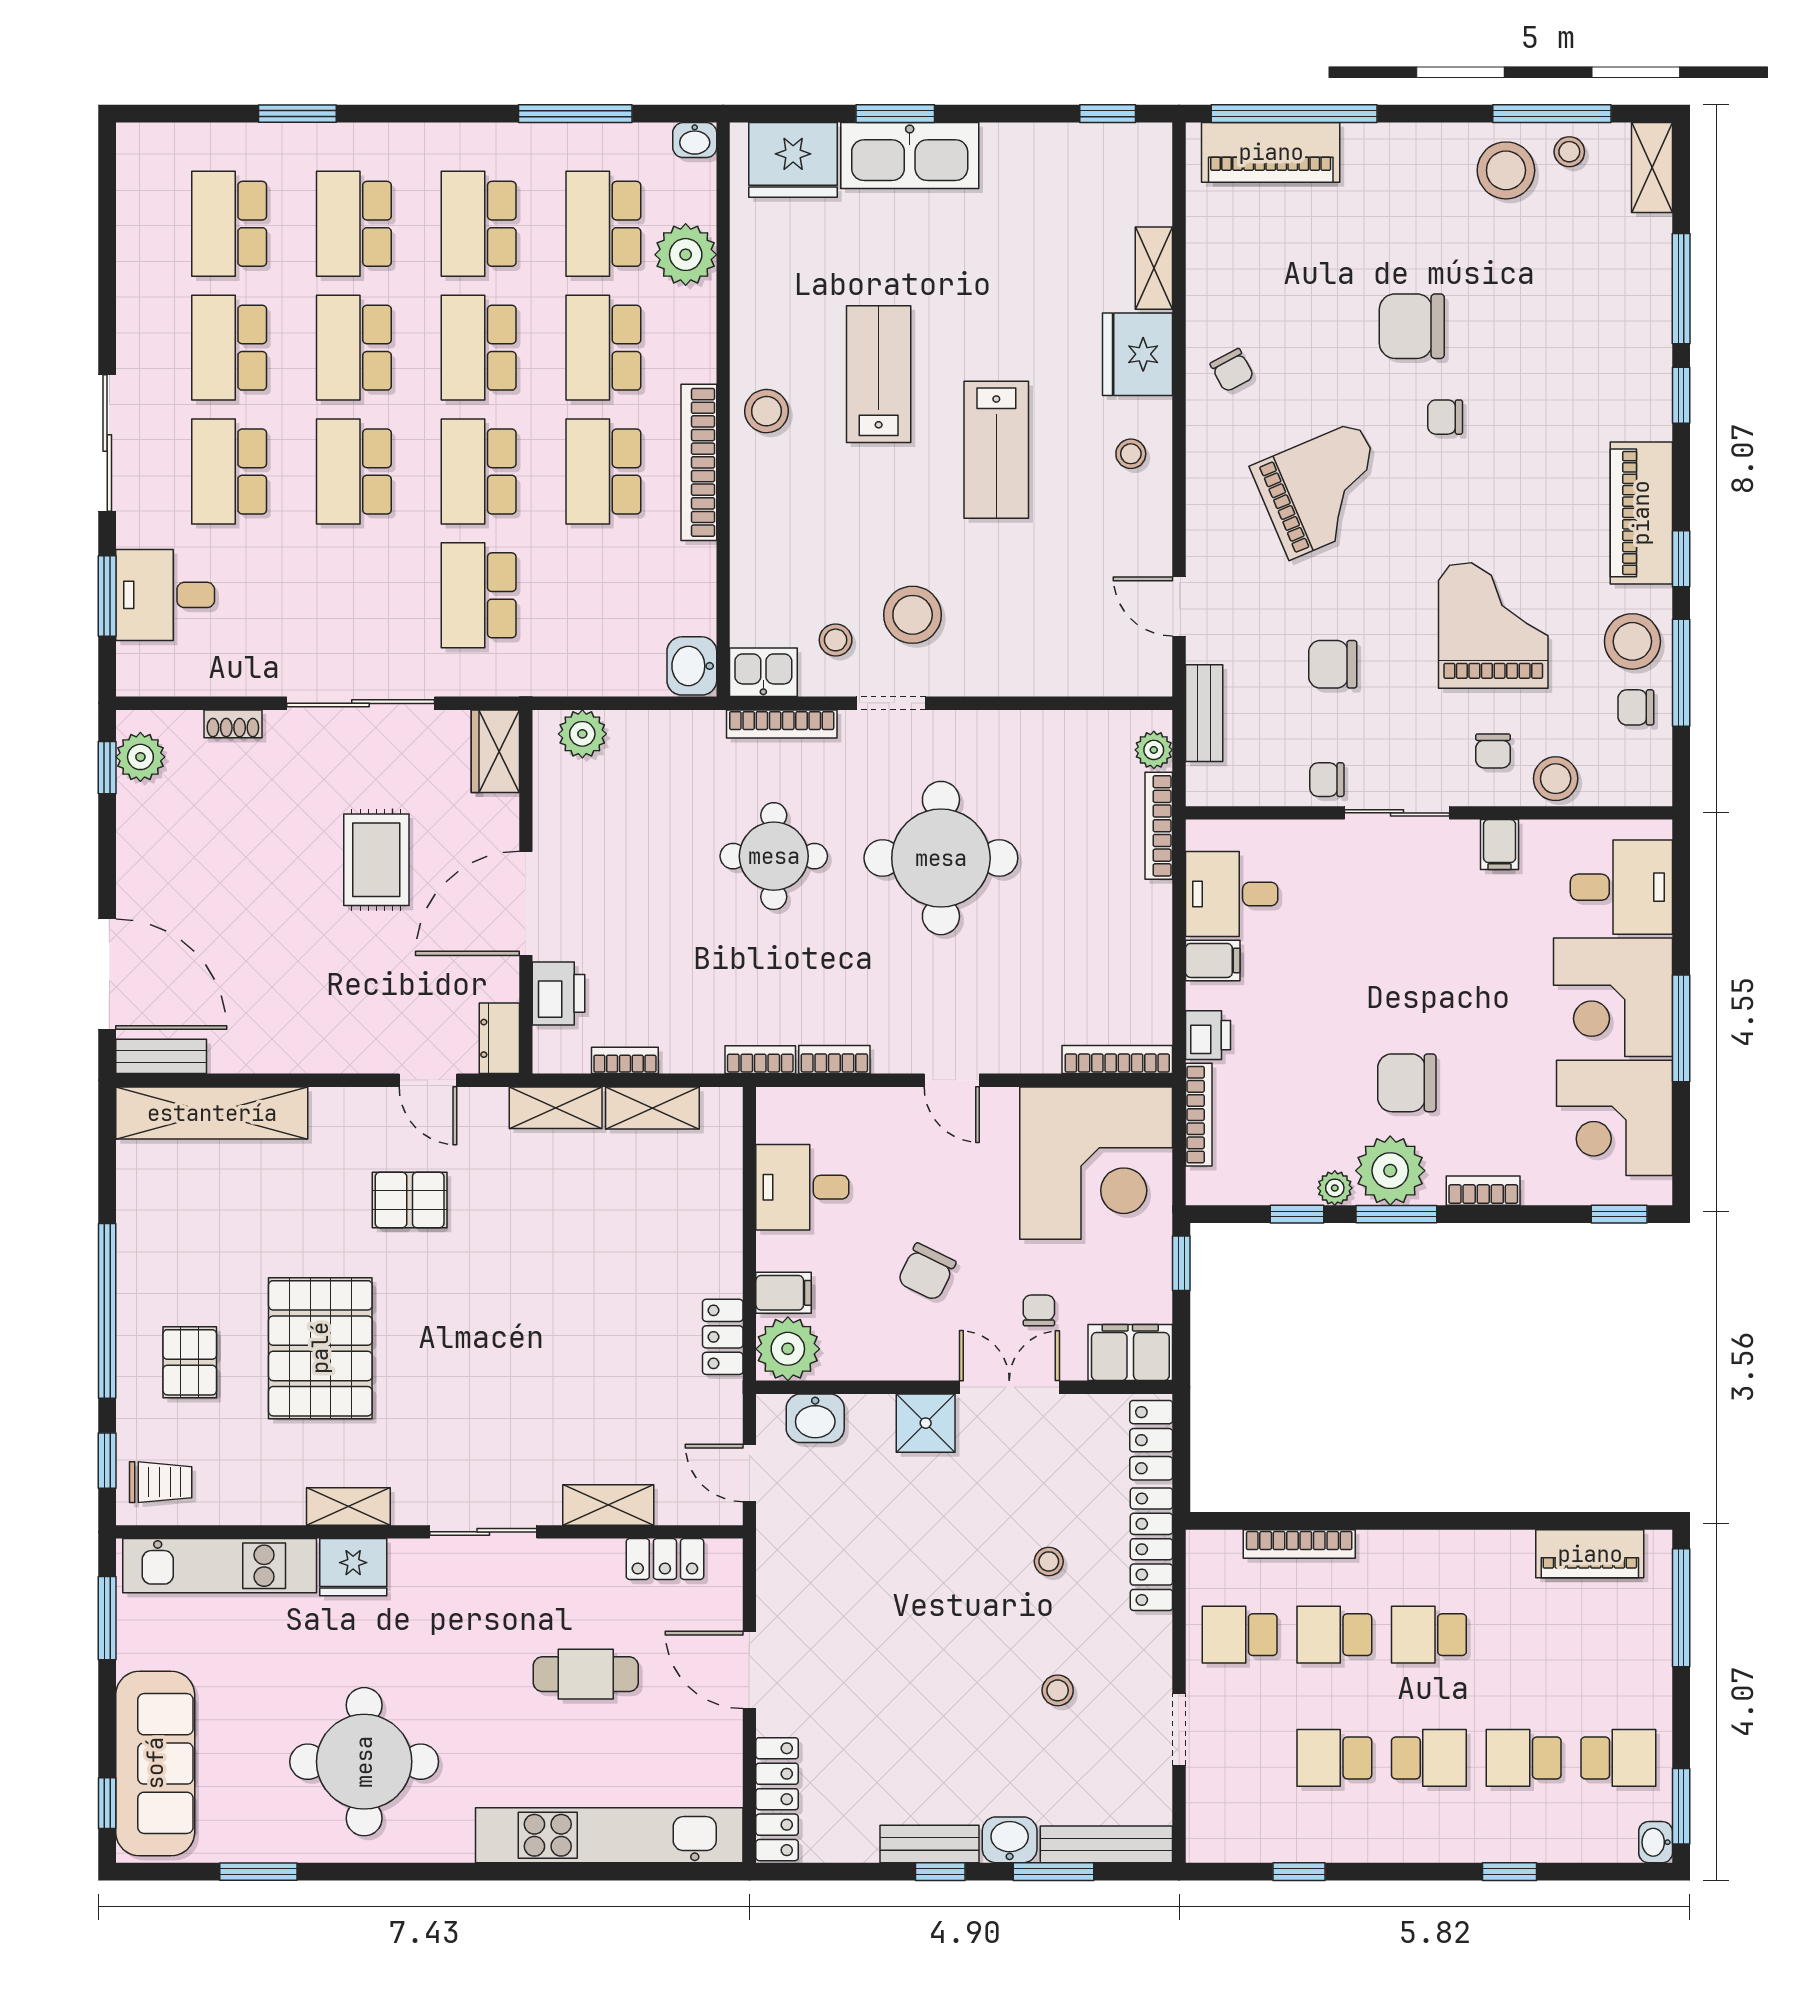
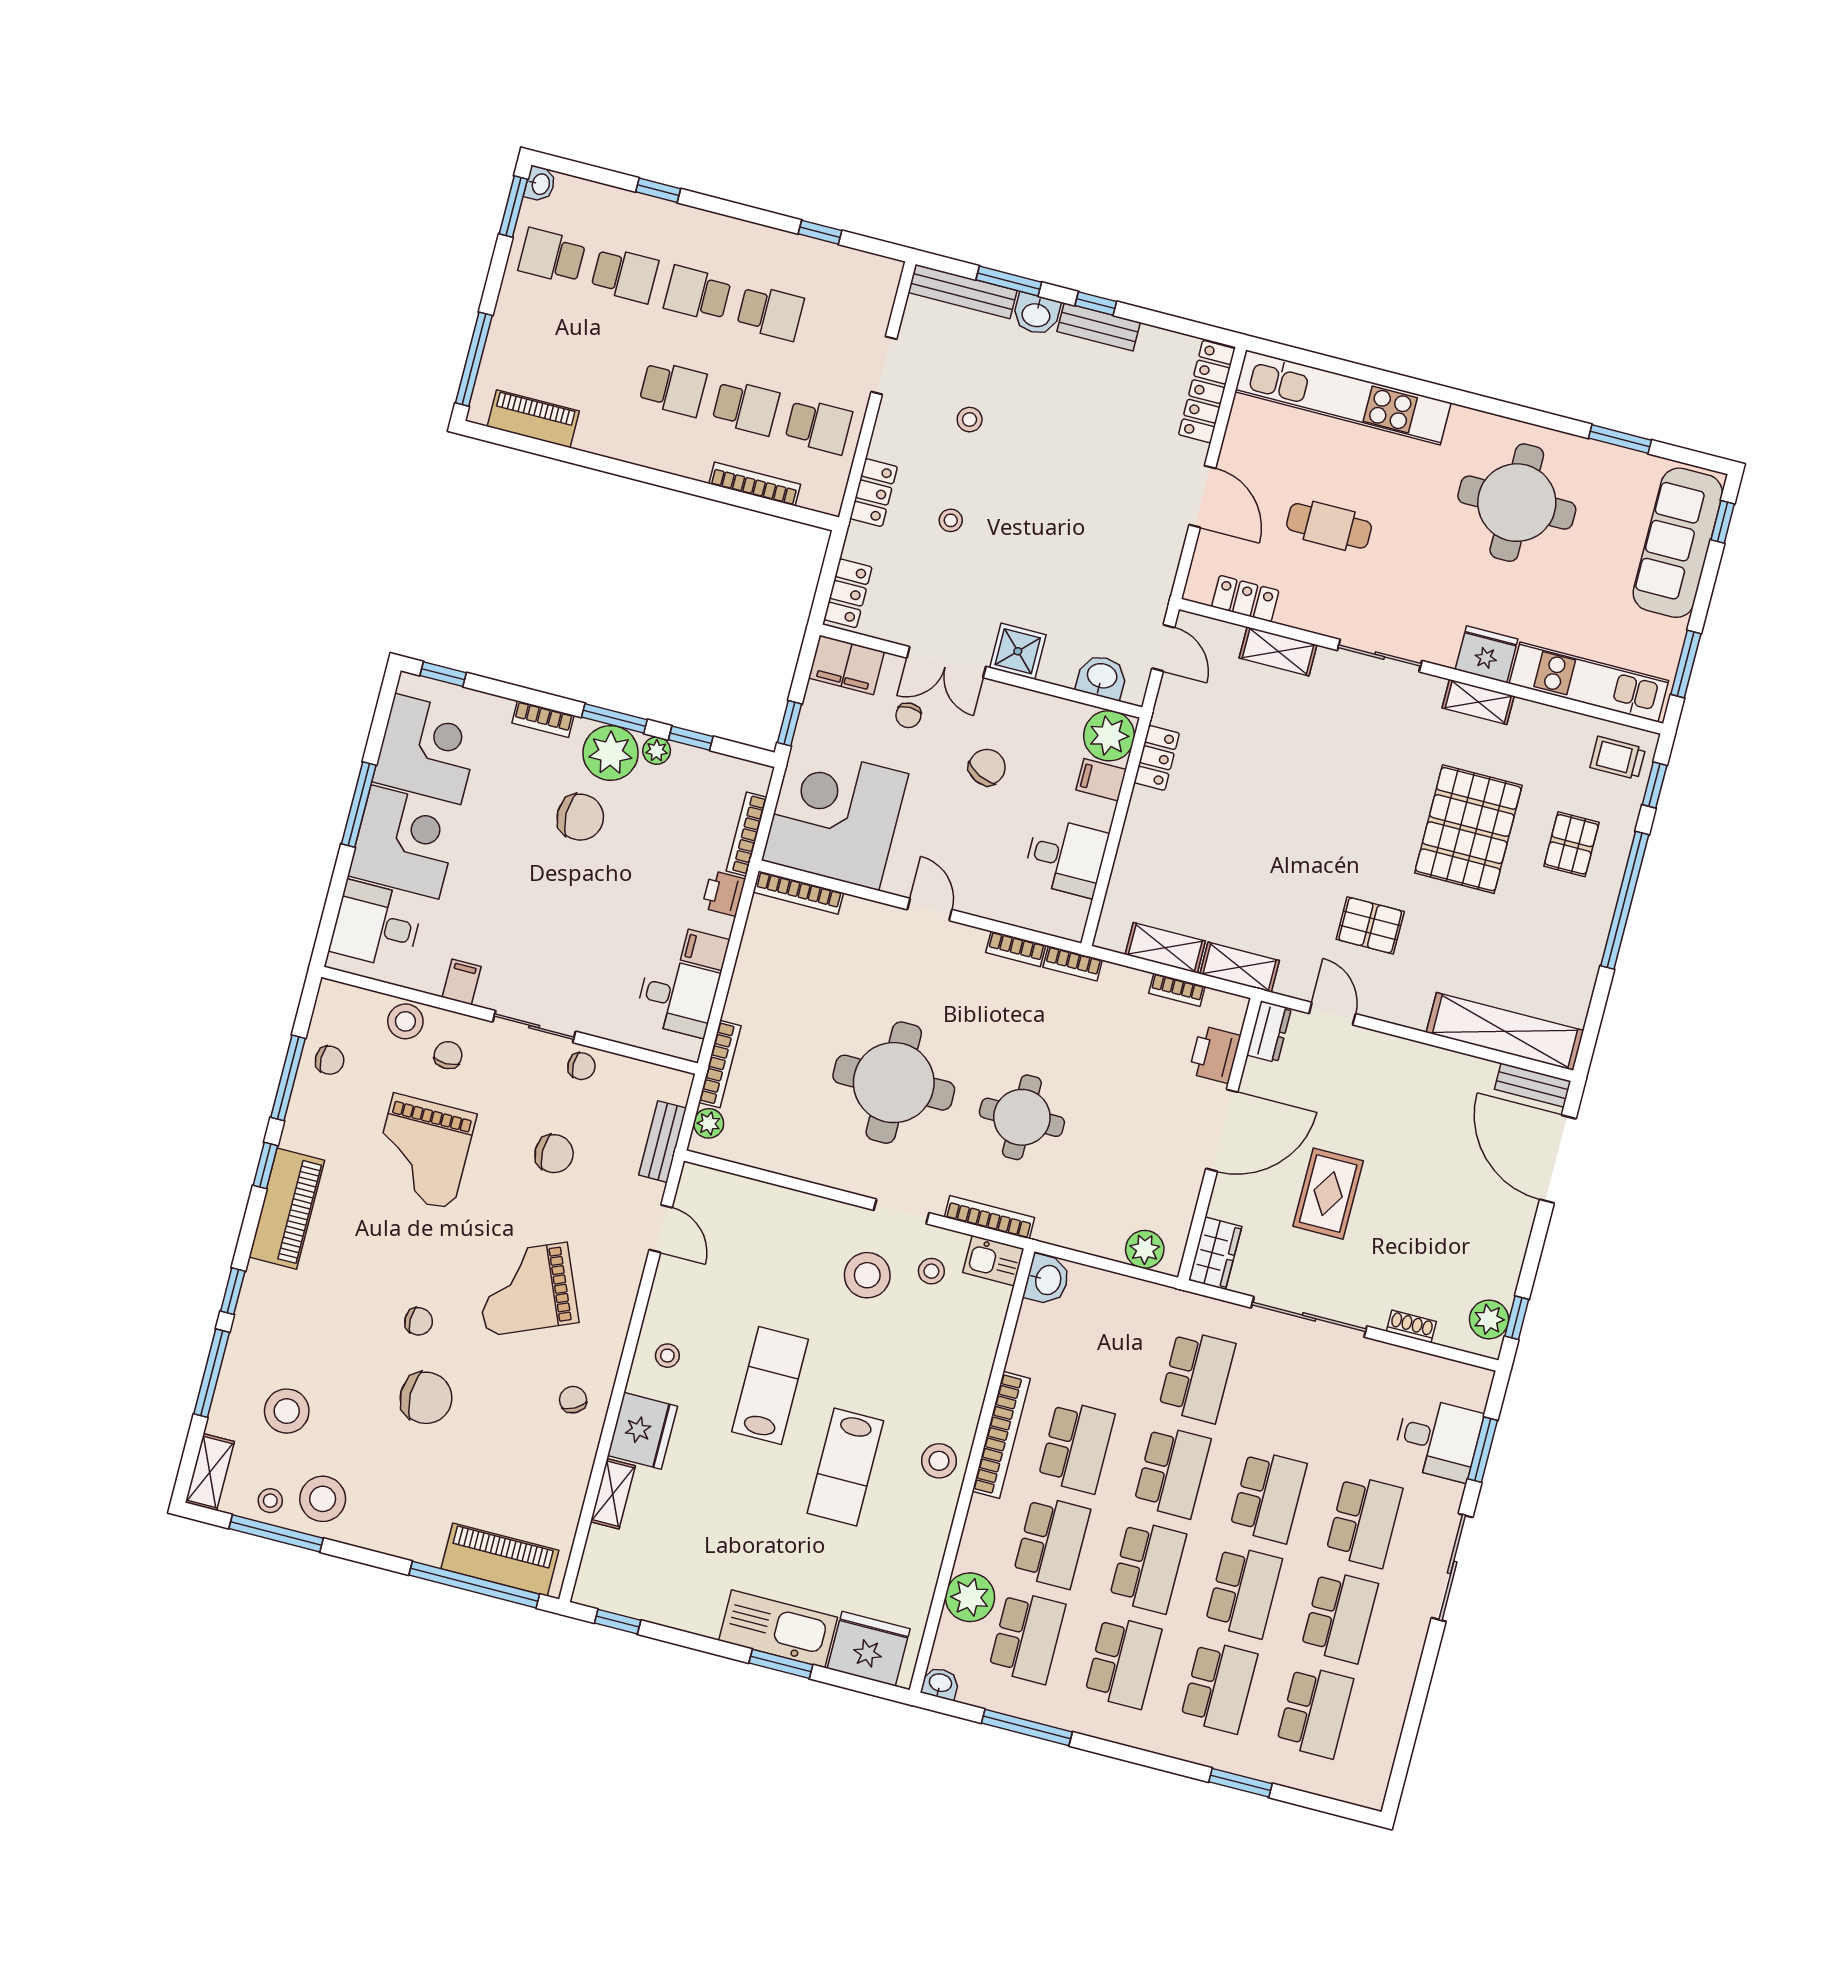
stool: (1632, 641) -> (287, 1411), moved
locker: (1151, 1549) -> (874, 493), width x0.66

